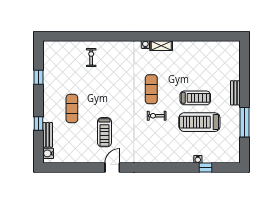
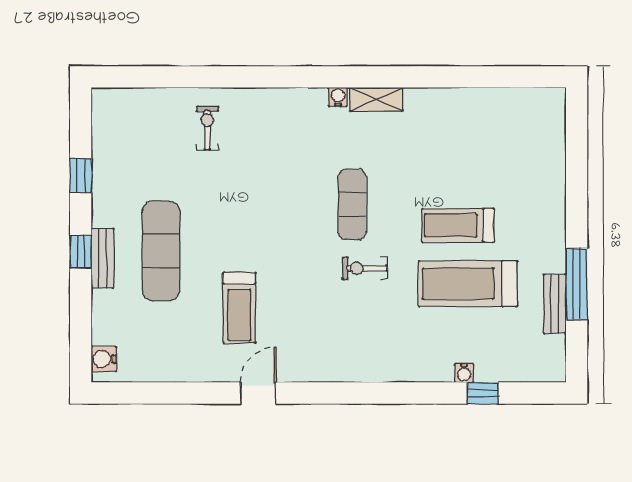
bench: (235, 93) -> (555, 304), moved
treadmill: (195, 98) -> (458, 225), turned 180
exercise mat: (72, 109) -> (161, 251), width x1.36, depth x1.45
window: (39, 124) -> (81, 251), moved
bench: (48, 135) -> (103, 258), moved

